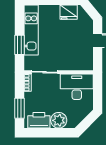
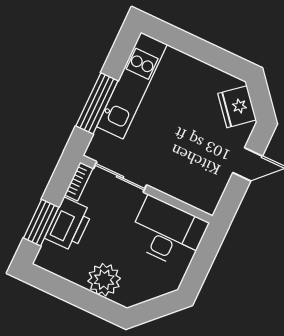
fridge: (69, 12) -> (237, 107), moved, turned 50
window: (19, 45) -> (97, 103), width x1.44
printer: (39, 120) -> (69, 224), moved, turned 90

